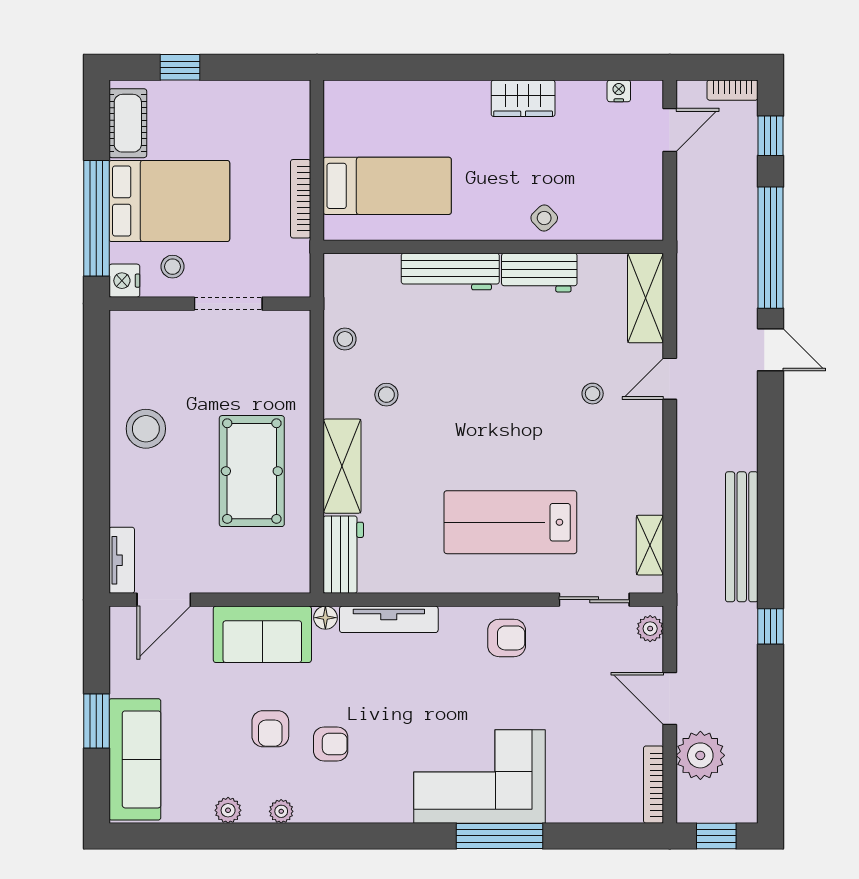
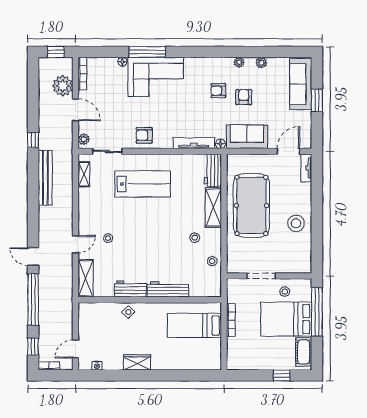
nightstand: (124, 281) -> (305, 286), removed
pool table: (252, 471) -> (251, 205), width x1.36, depth x1.32
floor lamp: (558, 813) -> (122, 62), added

